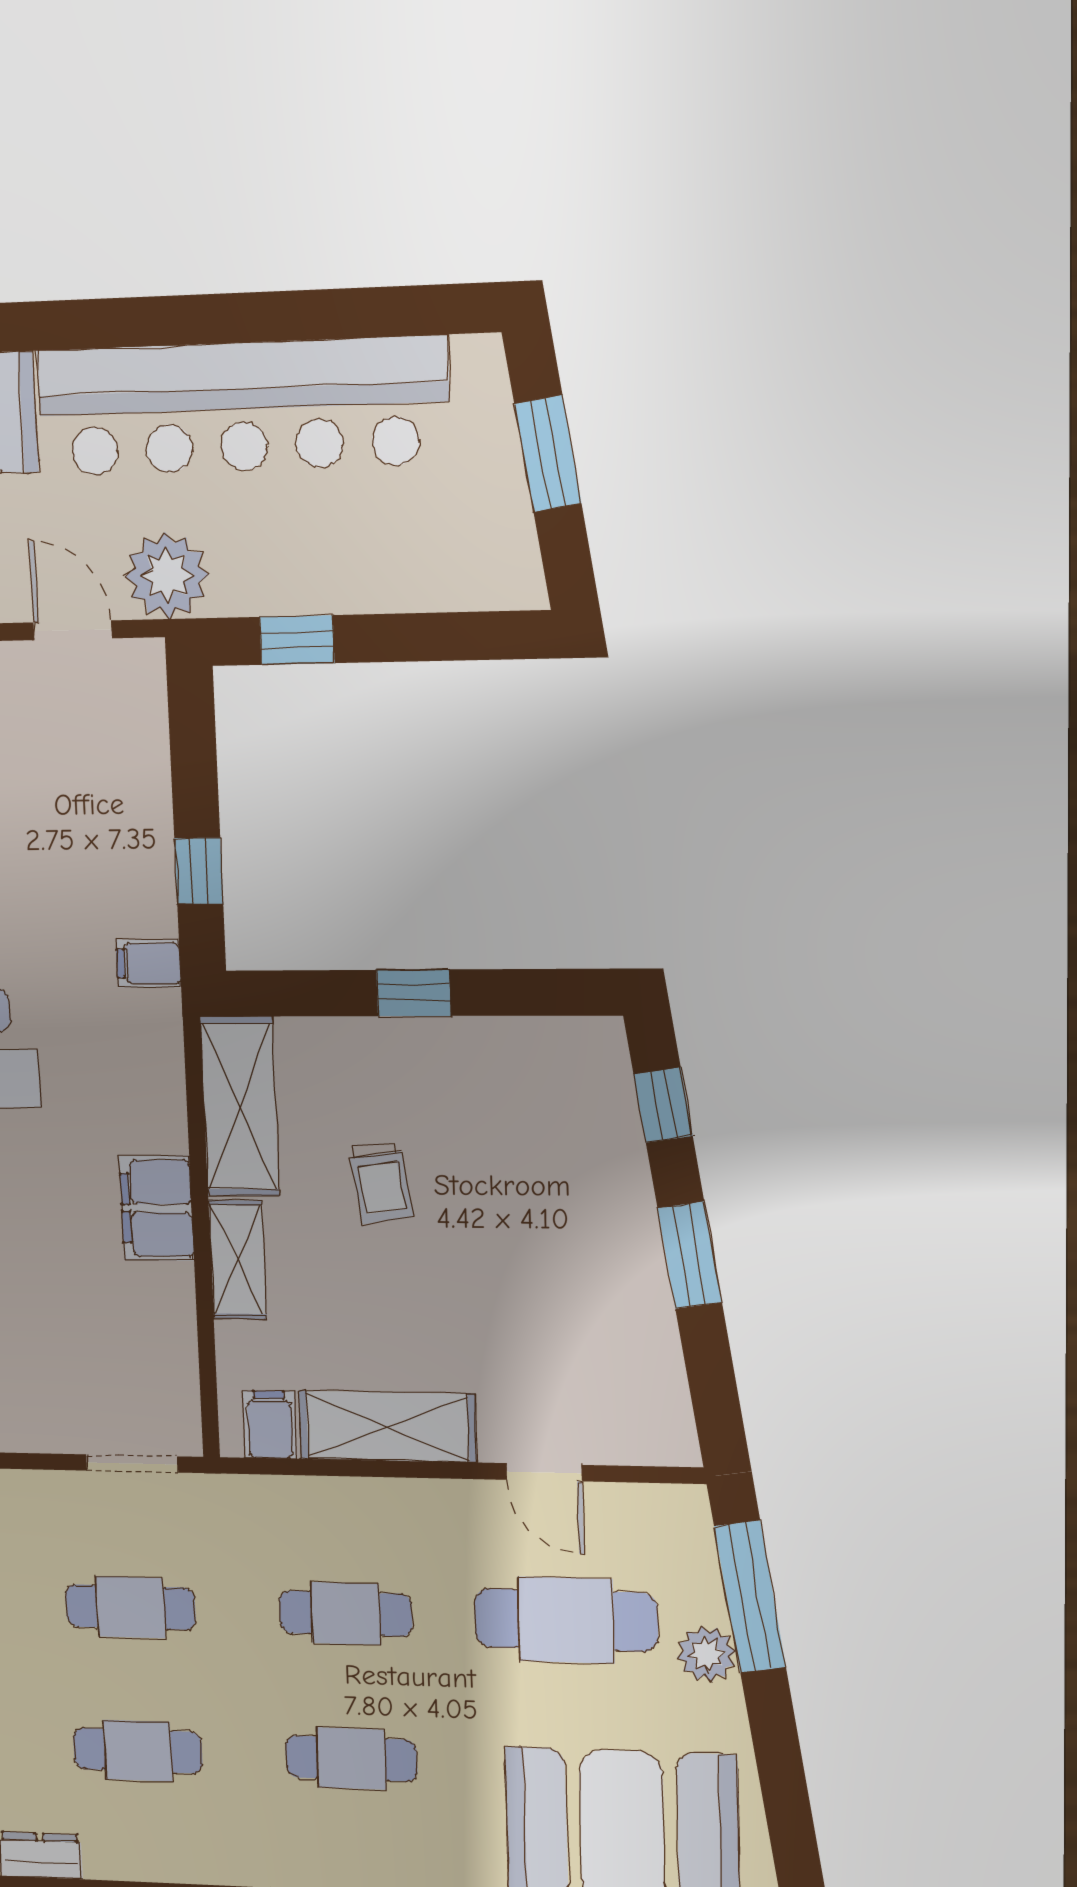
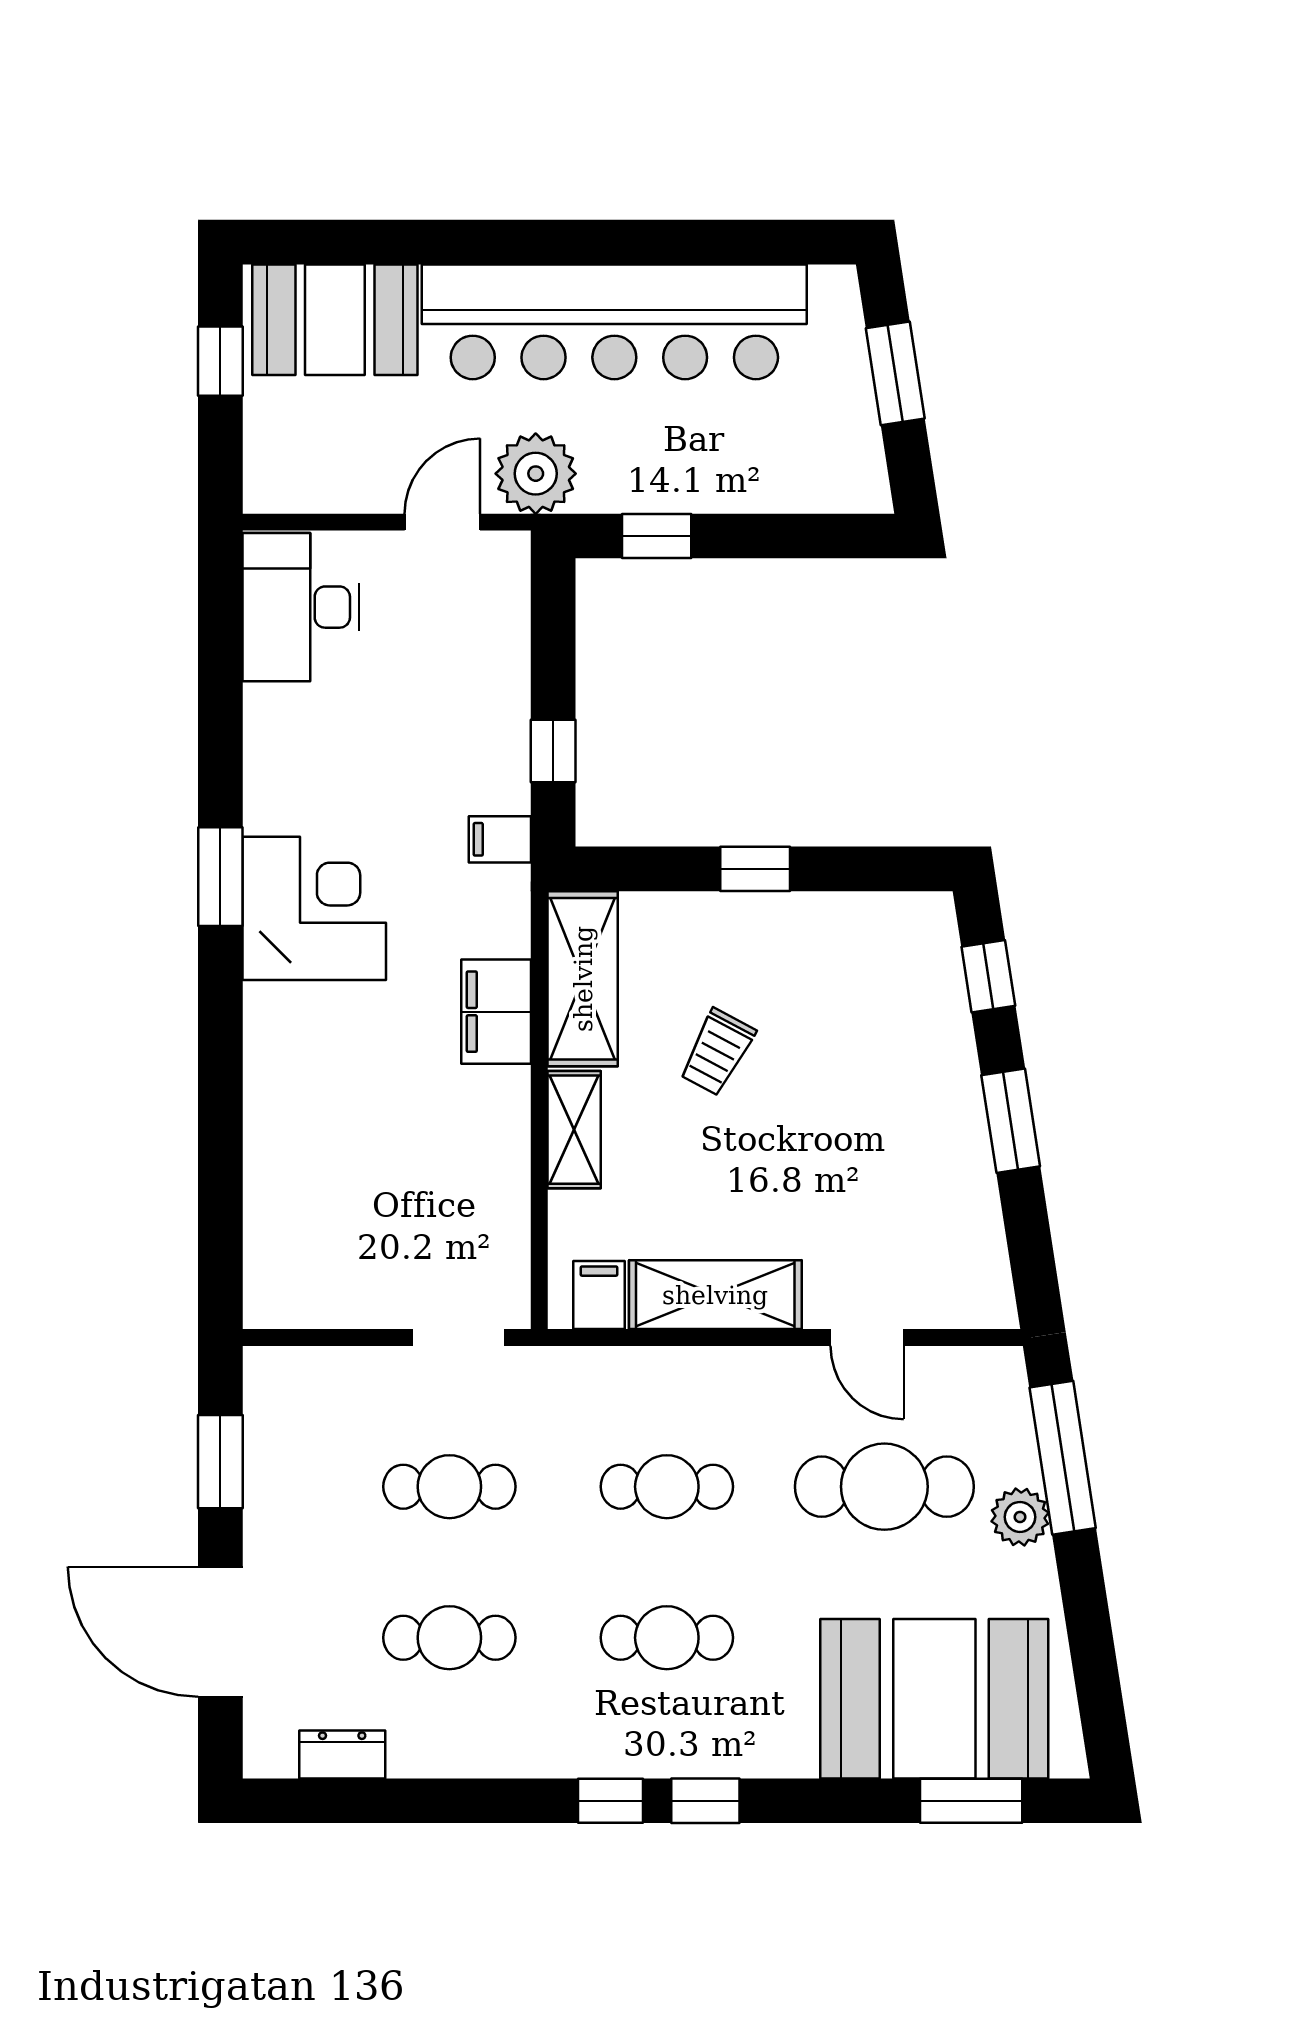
door: (73, 630) -> (442, 522), hinge flipped
trolley: (381, 1182) -> (717, 1052), turned 37
filing cabinet: (157, 1208) -> (496, 1012), moved

